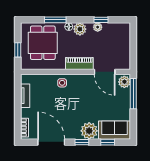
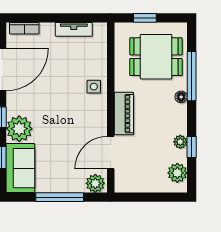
window: (55, 20) -> (192, 76), width x1.44
plant: (80, 29) -> (177, 173), moved
window: (133, 94) -> (60, 197), moved

